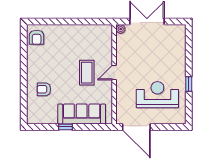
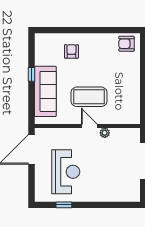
plant: (121, 29) -> (105, 133), moved
coffee table: (87, 73) -> (89, 97), width x1.36, depth x1.32
window: (189, 84) -> (64, 205), moved

